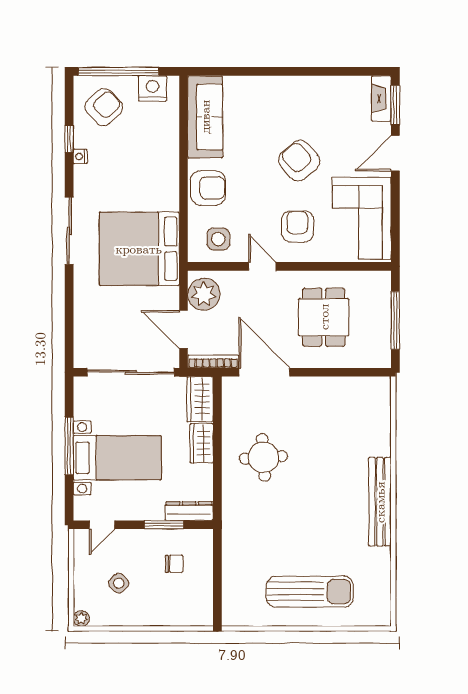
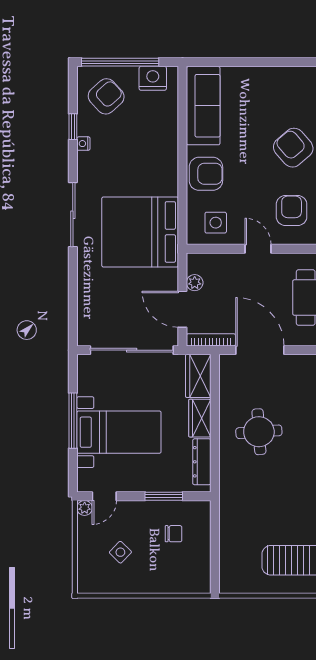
plant: (204, 294) -> (195, 283), width x0.53, depth x0.53
dresser: (189, 511) -> (202, 462), moved, turned -90
plant: (81, 618) -> (85, 508), moved

